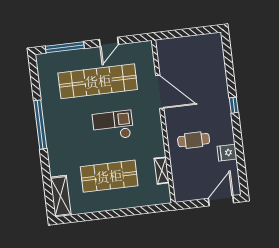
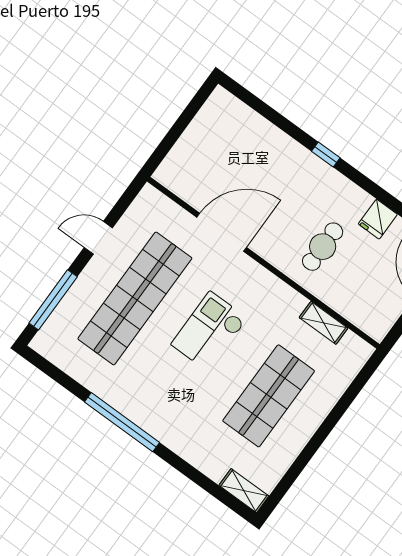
door: (109, 42) -> (98, 238), swing flipped
shelving: (61, 196) -> (244, 491), width x0.67, depth x0.75

